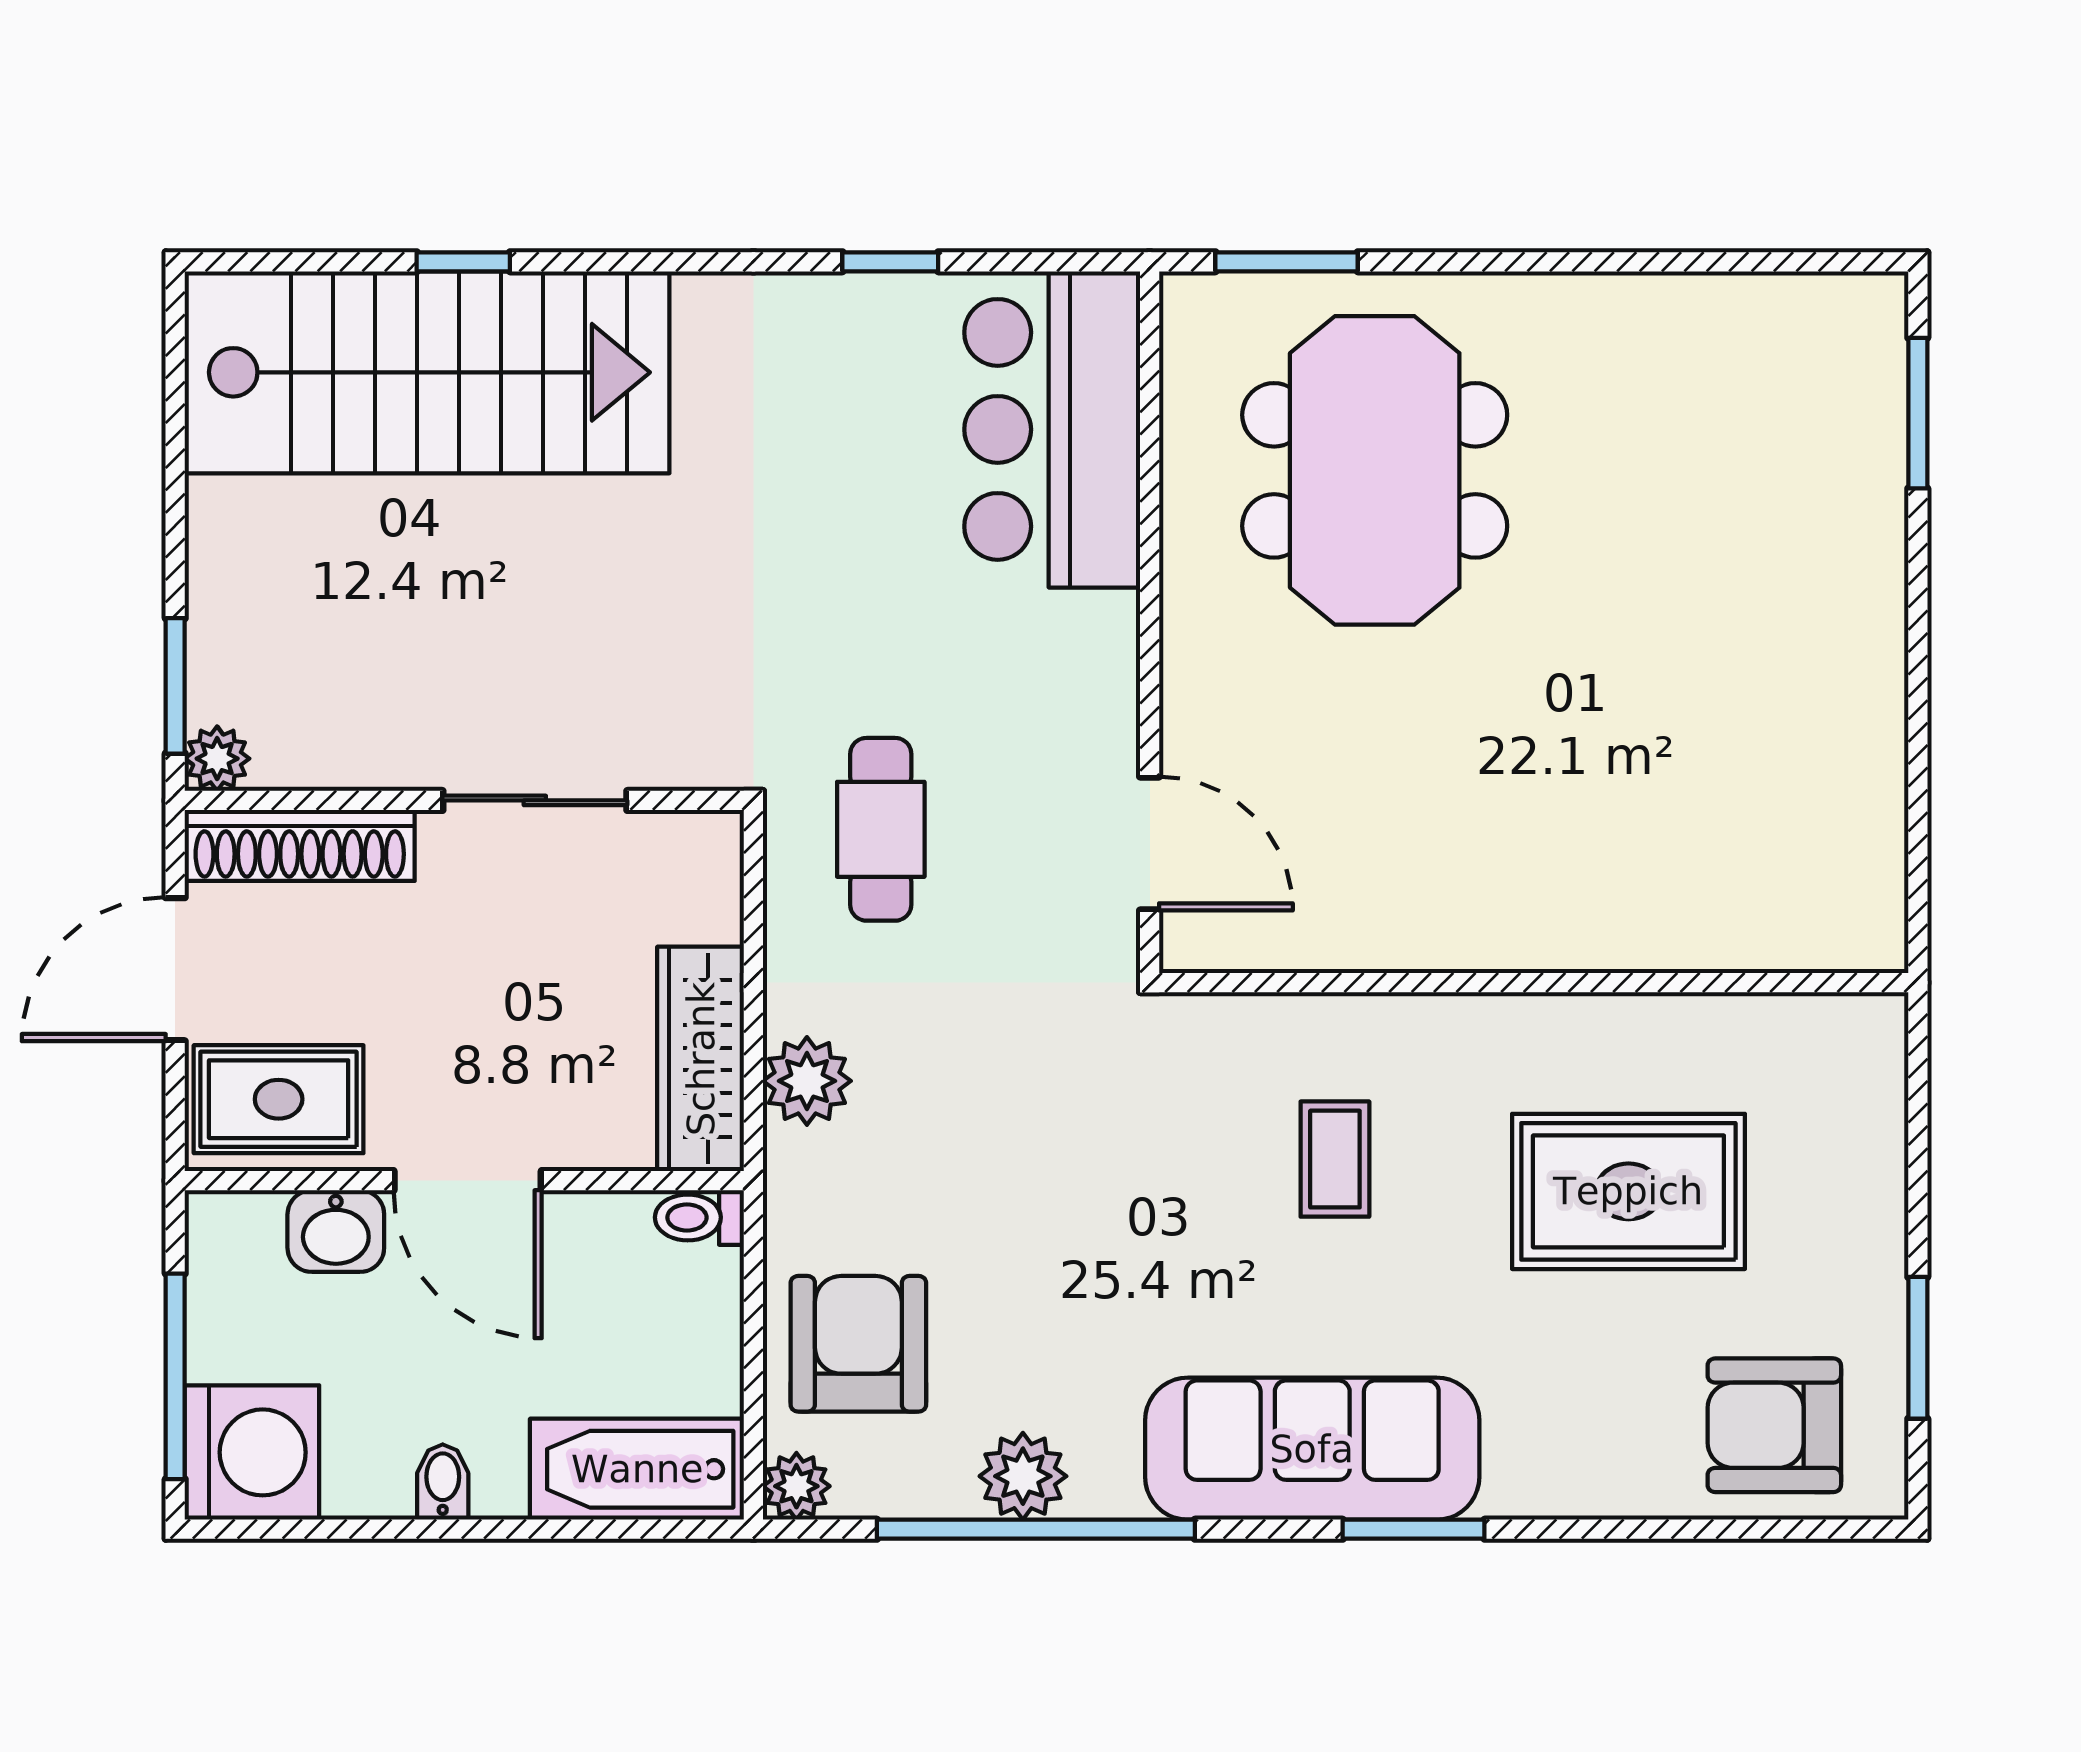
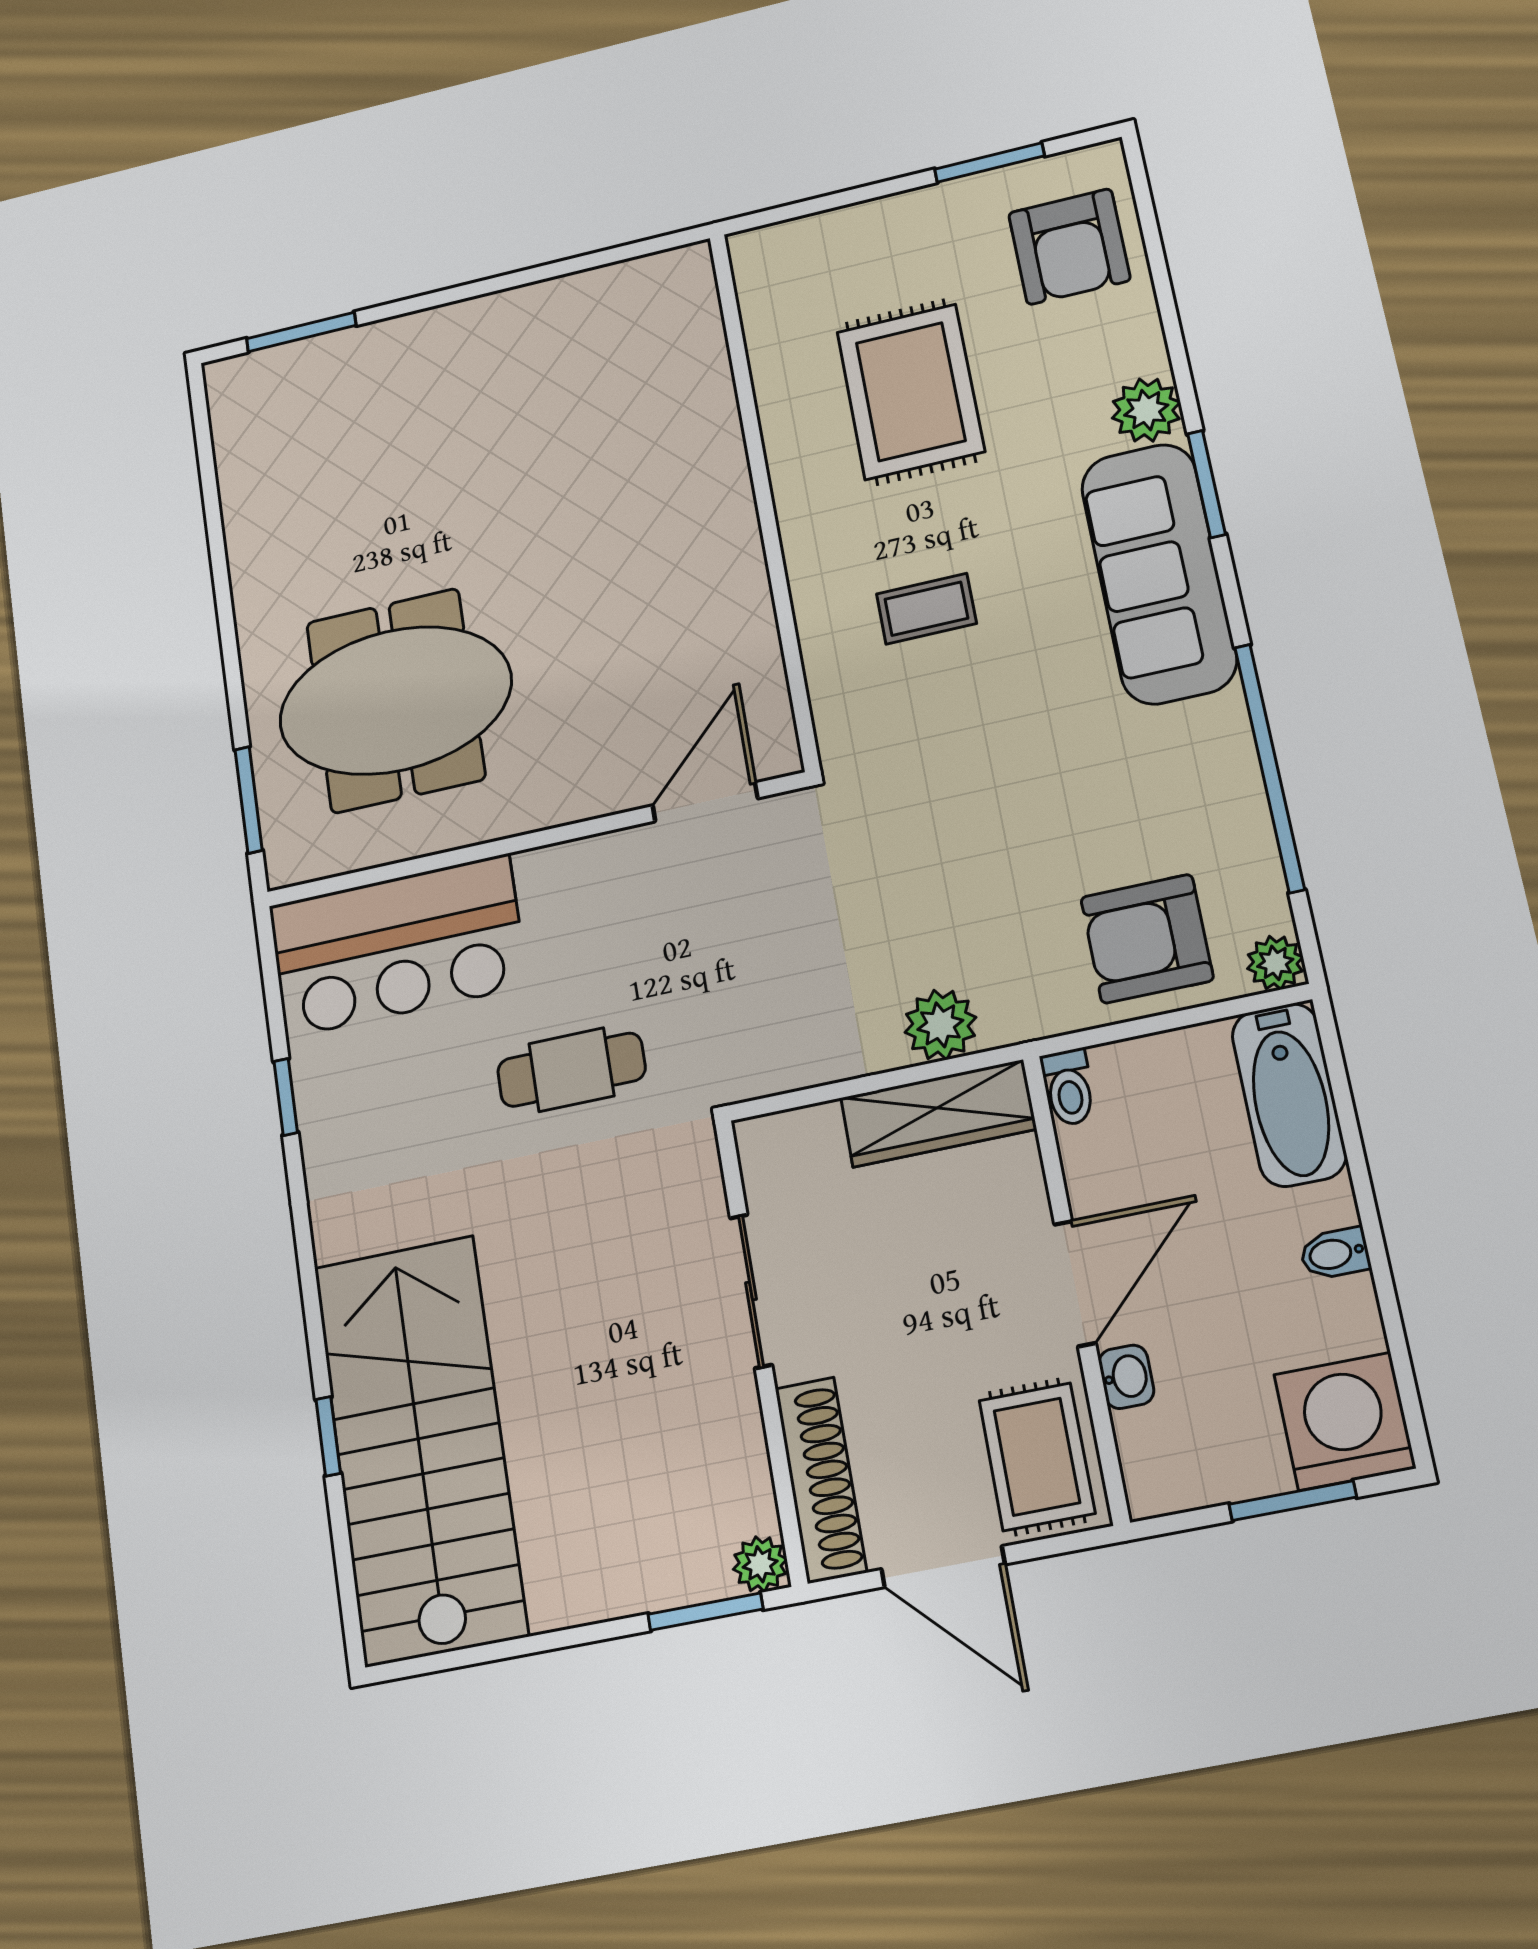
cafe table: (881, 829) -> (571, 1070), moved
washbasin: (336, 1231) -> (1126, 1377), width x0.72, depth x0.69
window: (175, 1376) -> (1293, 1501), width x0.69
plant: (1023, 1476) -> (1146, 410), moved

